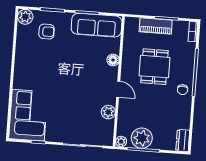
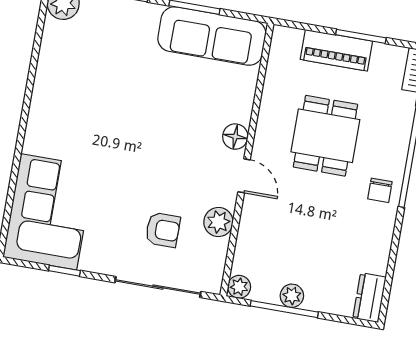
armchair: (47, 32) -> (163, 230), moved
floor lamp: (113, 60) -> (235, 137), moved
plant: (142, 138) -> (292, 296), width x0.53, depth x0.53

